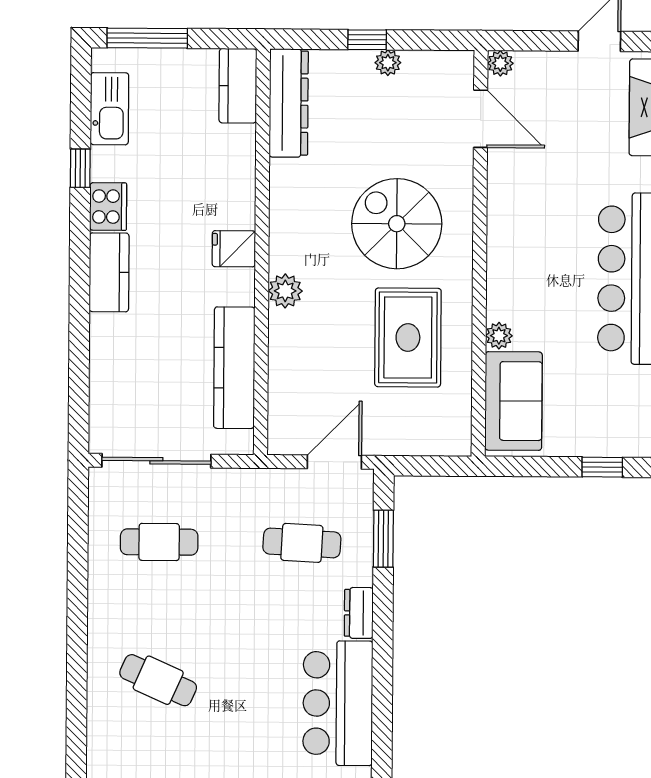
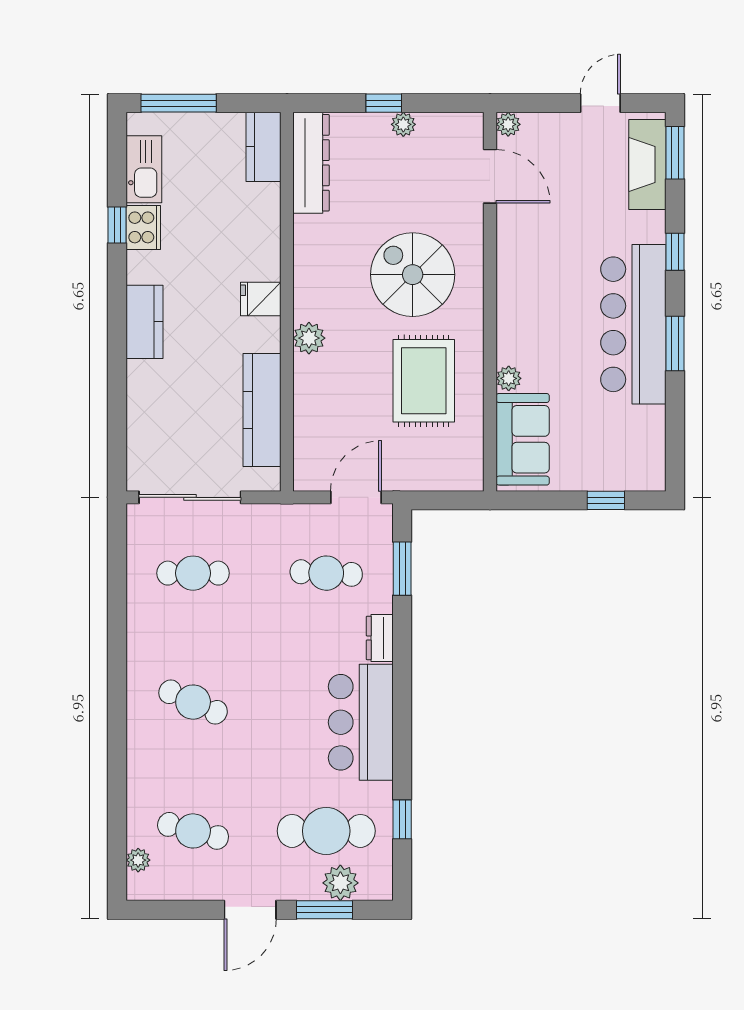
cooker: (108, 207) -> (143, 227), moved

